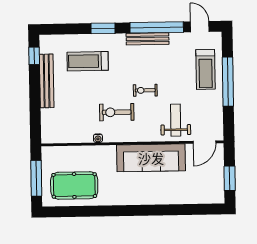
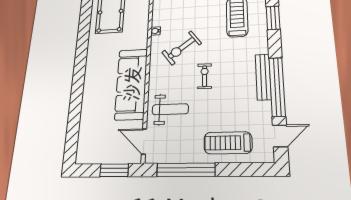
window: (103, 28) -> (273, 18), moved
window: (228, 82) -> (186, 170), moved
exercise bike: (117, 112) -> (182, 48), turned -127
window: (230, 178) -> (114, 170), moved

